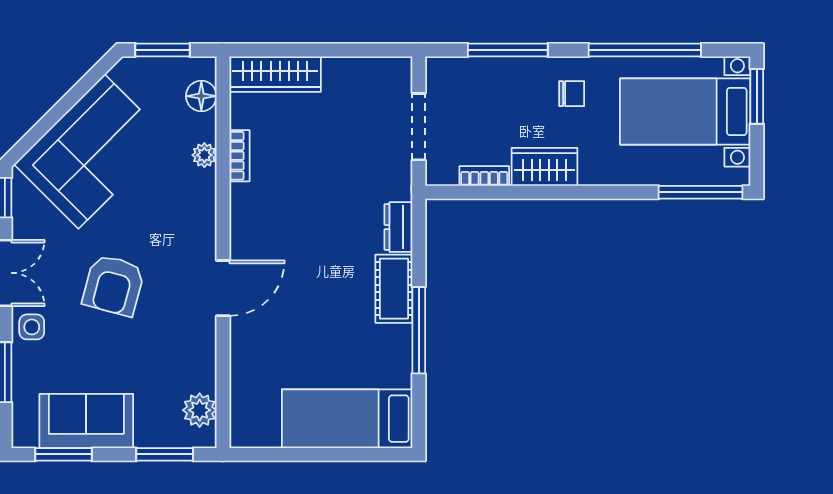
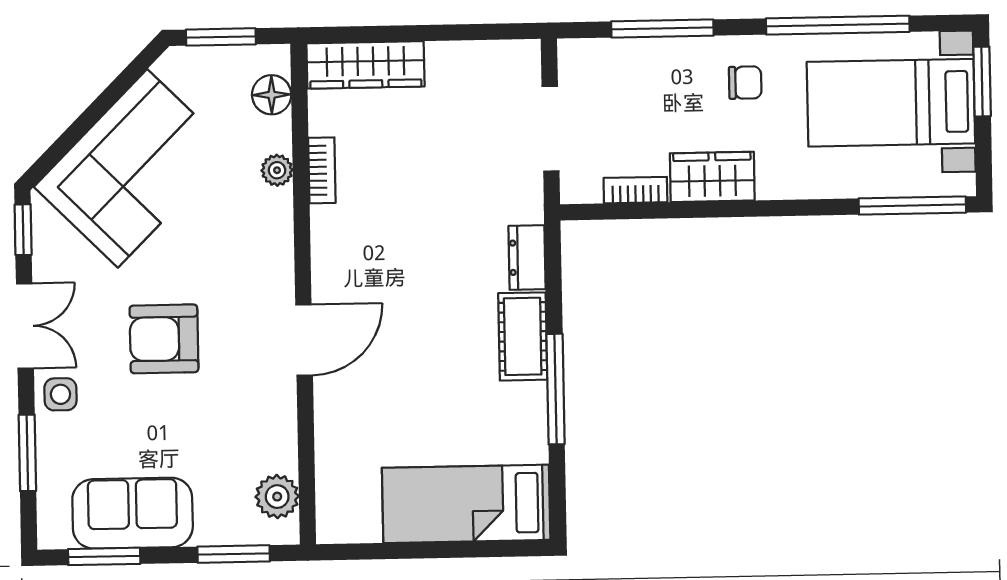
armchair: (113, 285) -> (164, 339), turned 75

